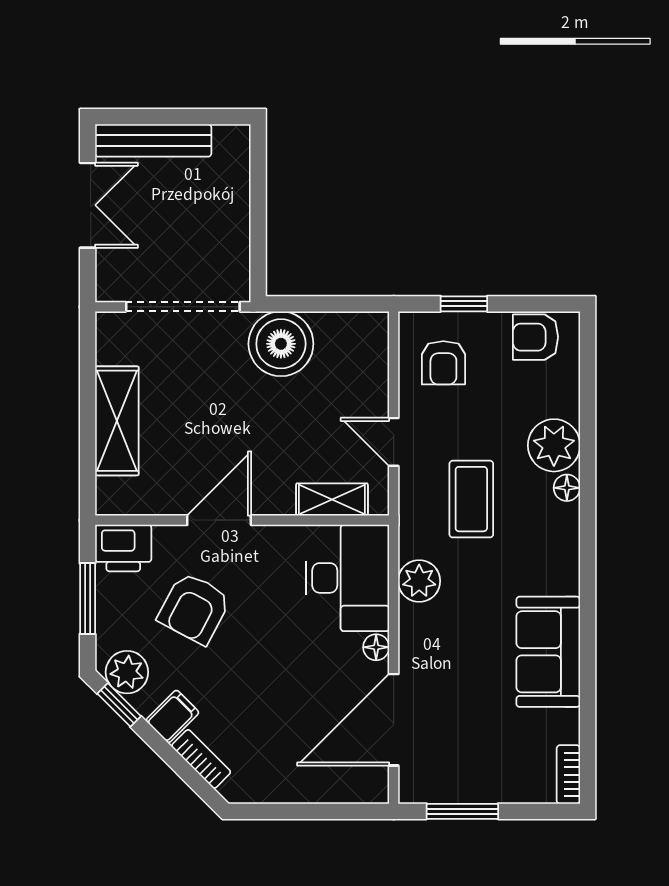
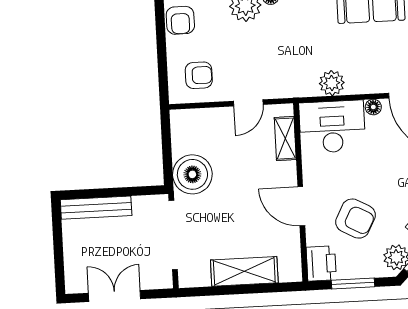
bench: (153, 140) -> (96, 208), moved, turned 90
window: (464, 304) -> (162, 65), removed
coffee table: (471, 499) -> (280, 54), removed

